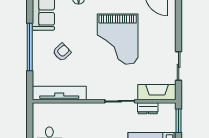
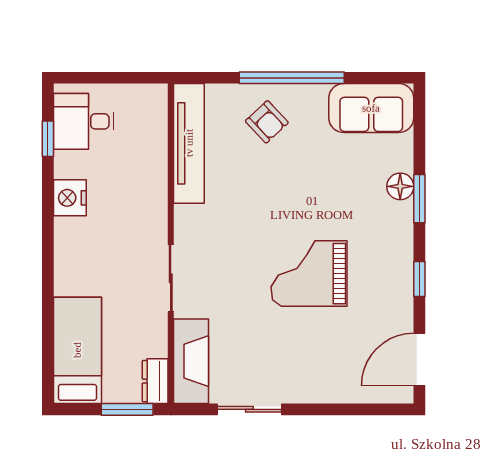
grand piano: (118, 39) -> (309, 274), width x0.73, depth x0.68
armchair: (62, 52) -> (267, 122), moved
dresser: (148, 108) -> (155, 381), moved

